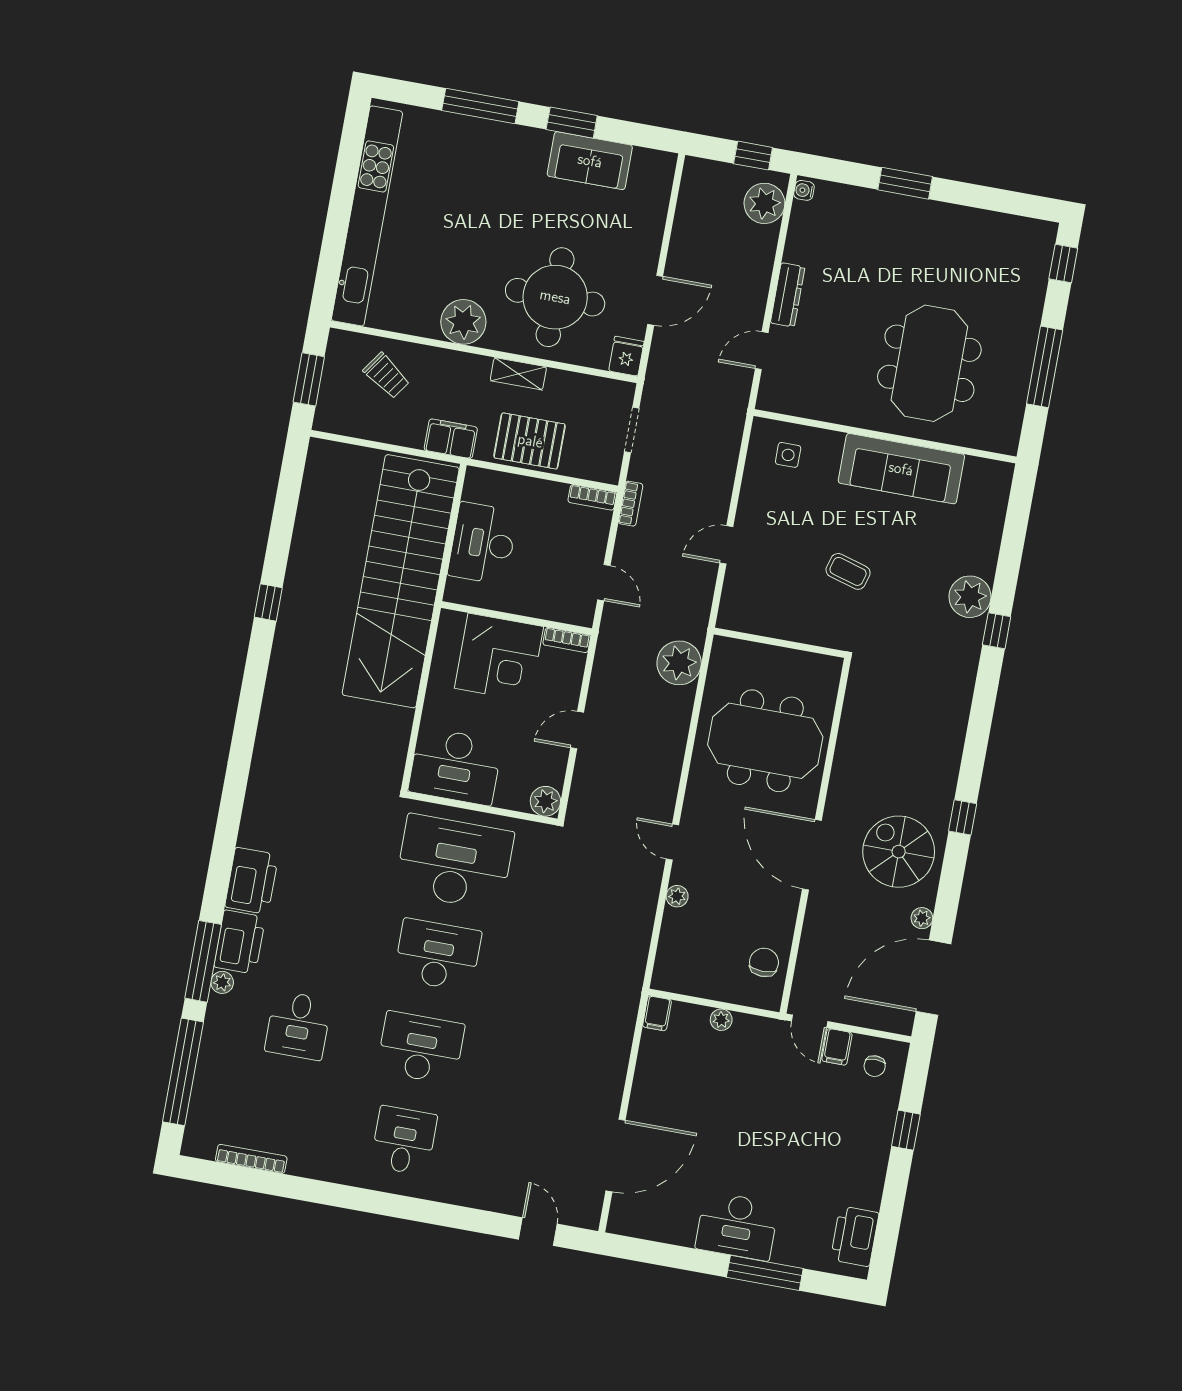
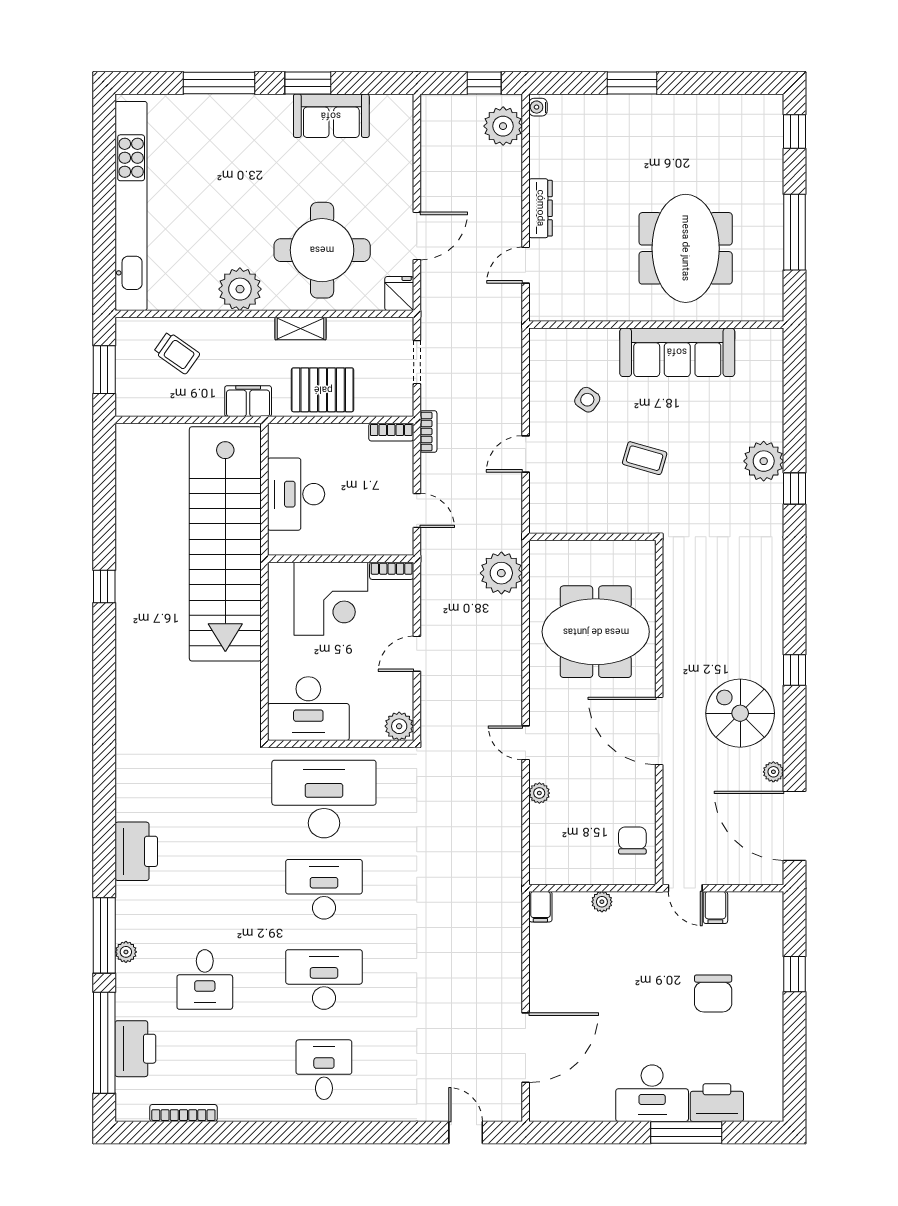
side table: (788, 455) -> (587, 400), moved, turned 35
printer: (240, 942) -> (135, 1049), moved
door: (934, 978) -> (795, 826), hinge flipped
chair: (875, 1066) -> (713, 993), moved, width x1.87, depth x1.87
printer: (855, 1236) -> (717, 1103), moved, turned 90

